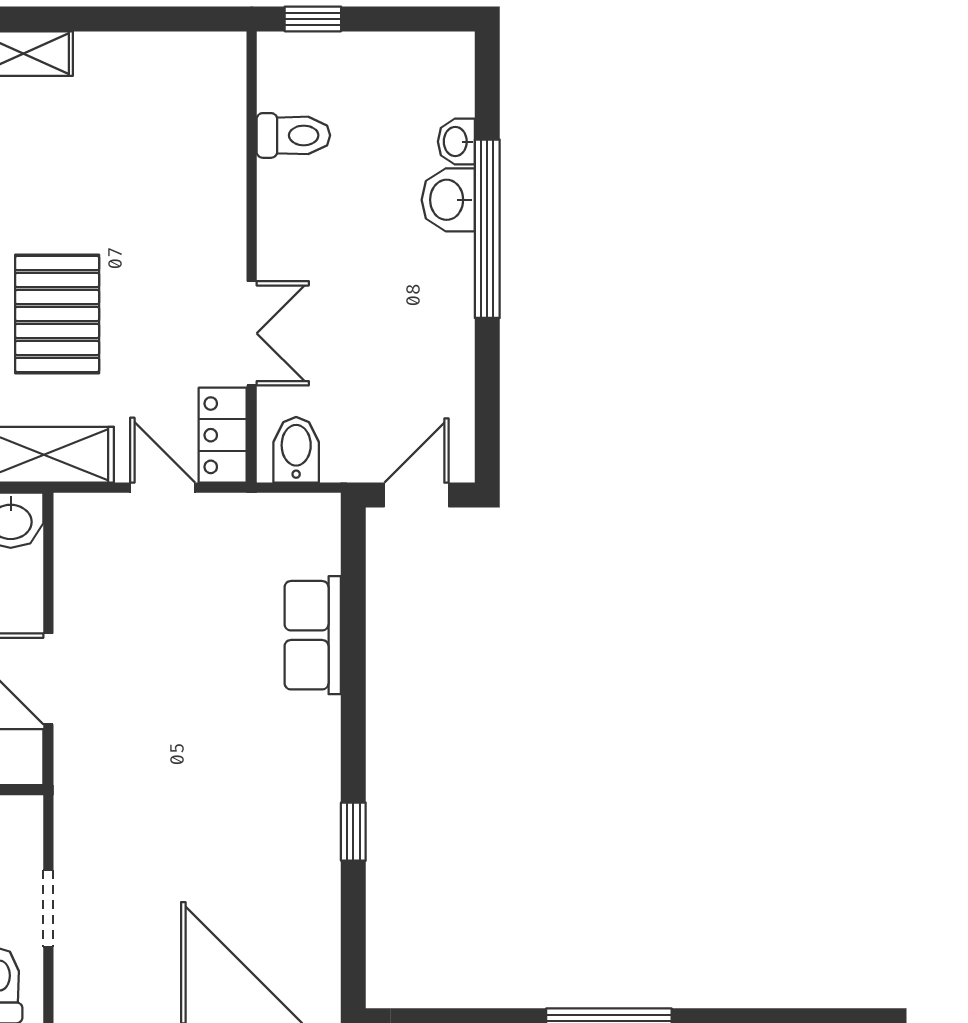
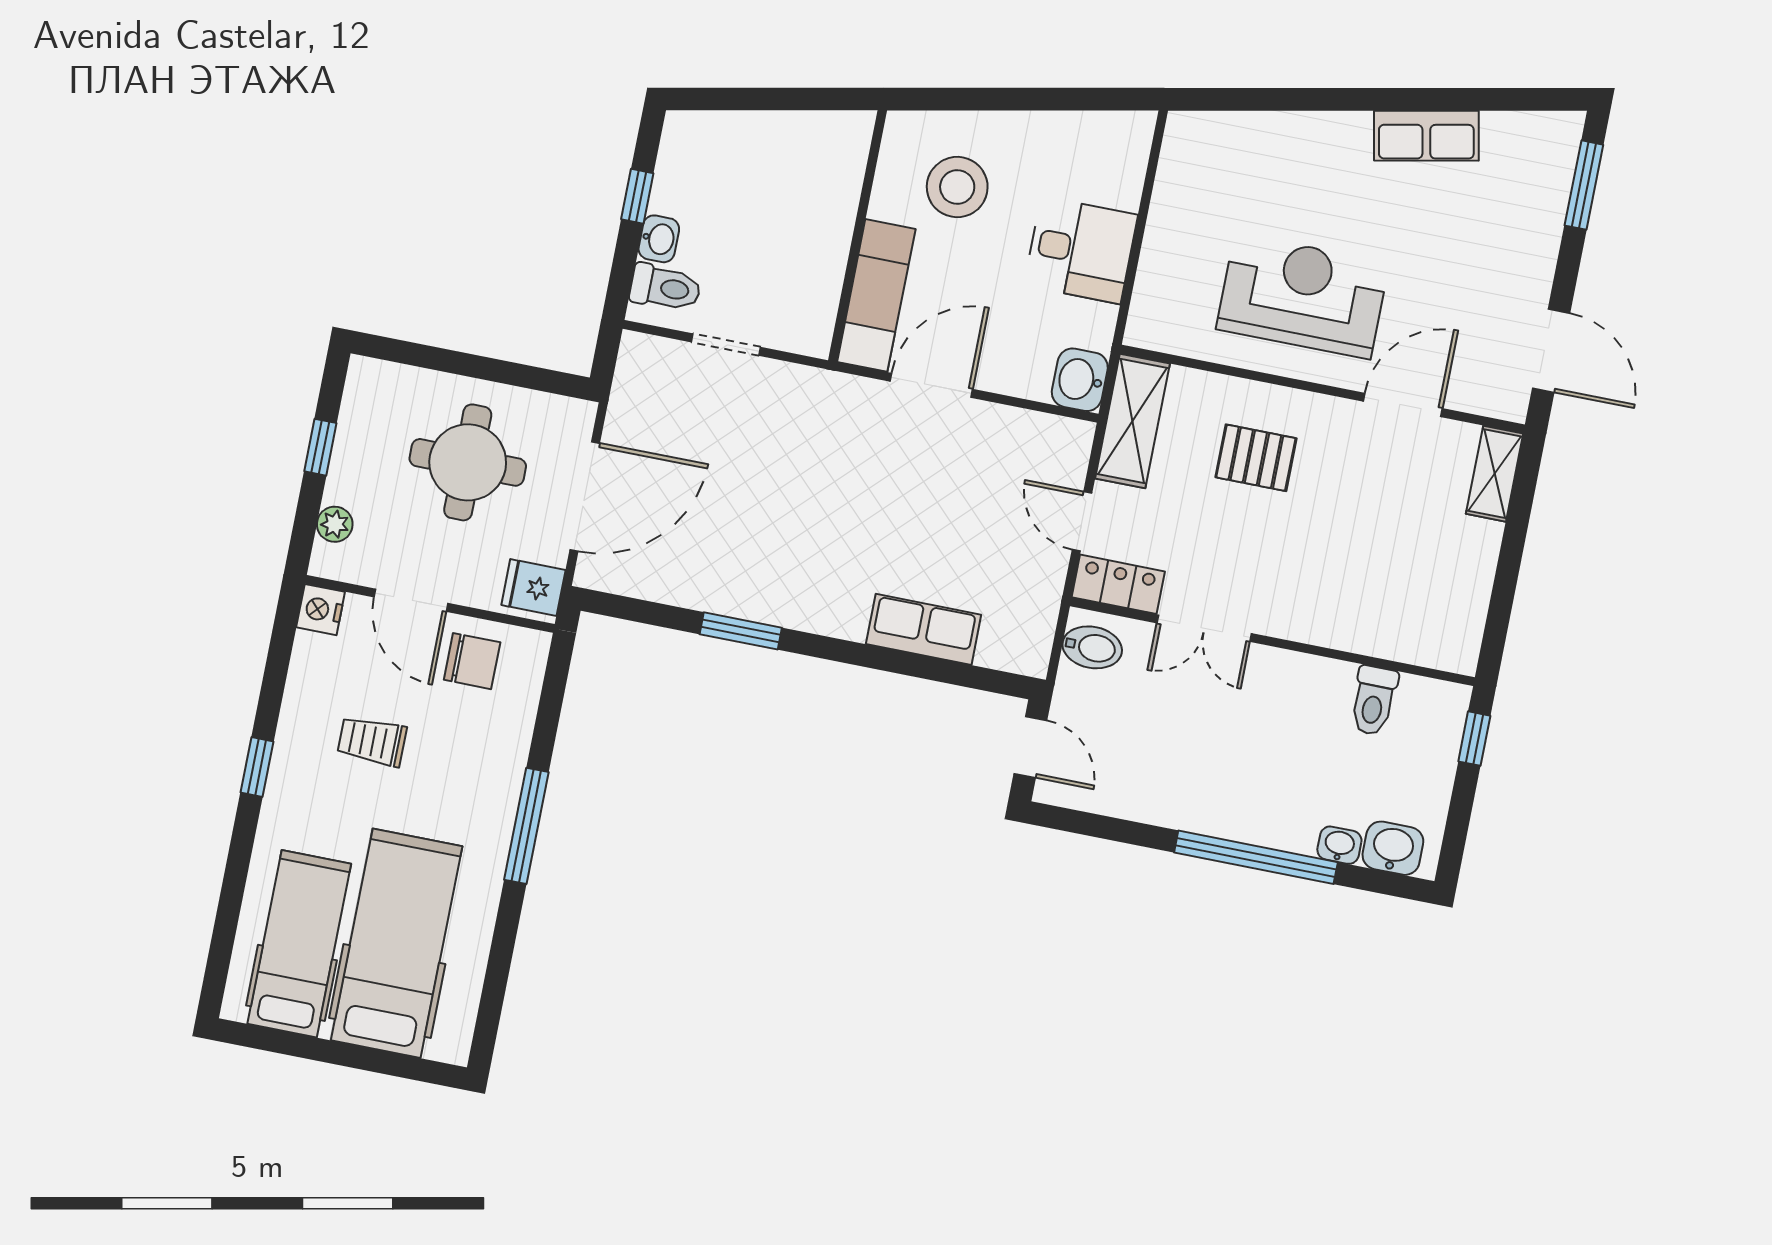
washbasin: (448, 200) -> (1393, 848), moved
pallet: (57, 314) -> (1256, 458), width x0.67, depth x0.71
door: (163, 488) -> (1082, 521), swing flipped
window: (353, 832) -> (741, 631), width x1.50

